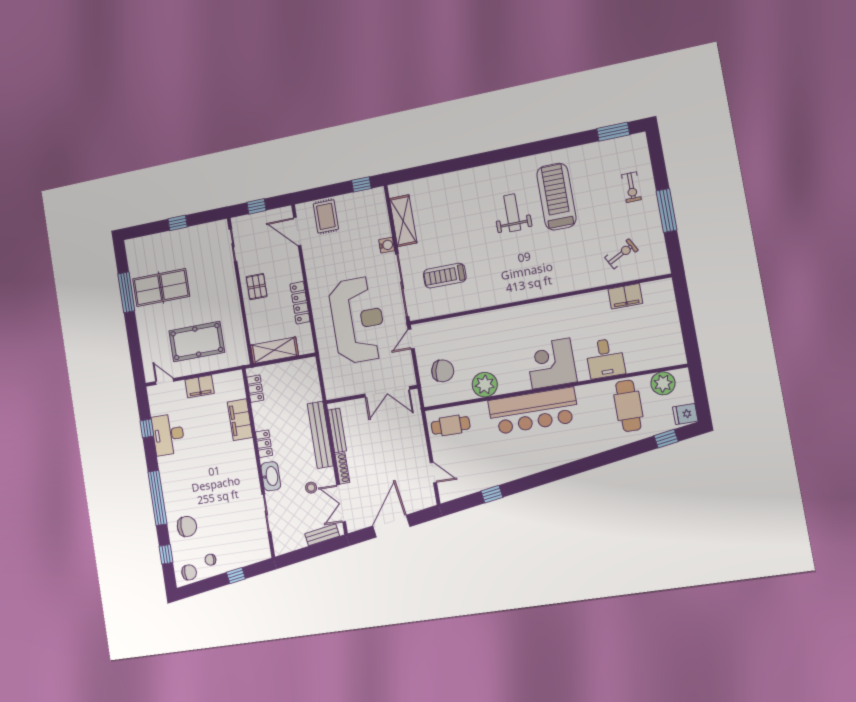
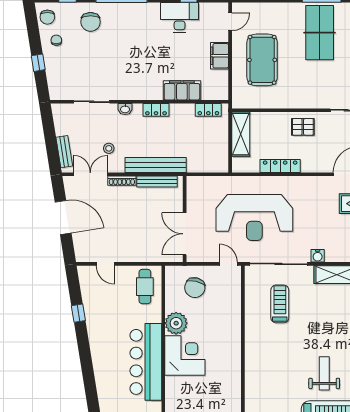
weight bench: (512, 213) -> (324, 373), turned -90
corner desk: (551, 363) -> (185, 355), moved
door: (433, 473) -> (105, 264), hinge flipped
washbasin: (271, 476) -> (125, 109), width x0.52, depth x0.69

